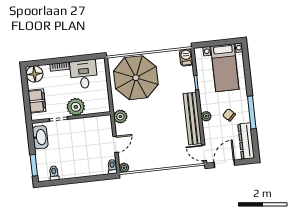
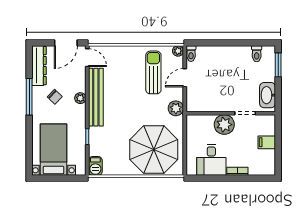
floor lamp: (35, 74) -> (266, 166), removed
filing cabinet: (37, 101) -> (267, 142), width x0.50
sun lounger: (144, 146) -> (153, 72), added

